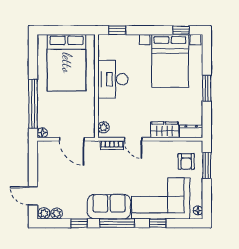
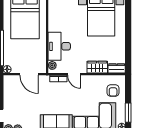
desk: (113, 79) -> (59, 46), moved
window: (207, 88) -> (128, 37), removed
window: (207, 165) -> (128, 113), moved

